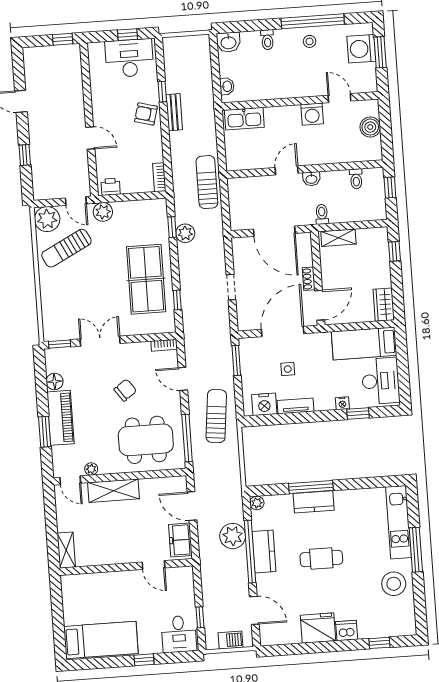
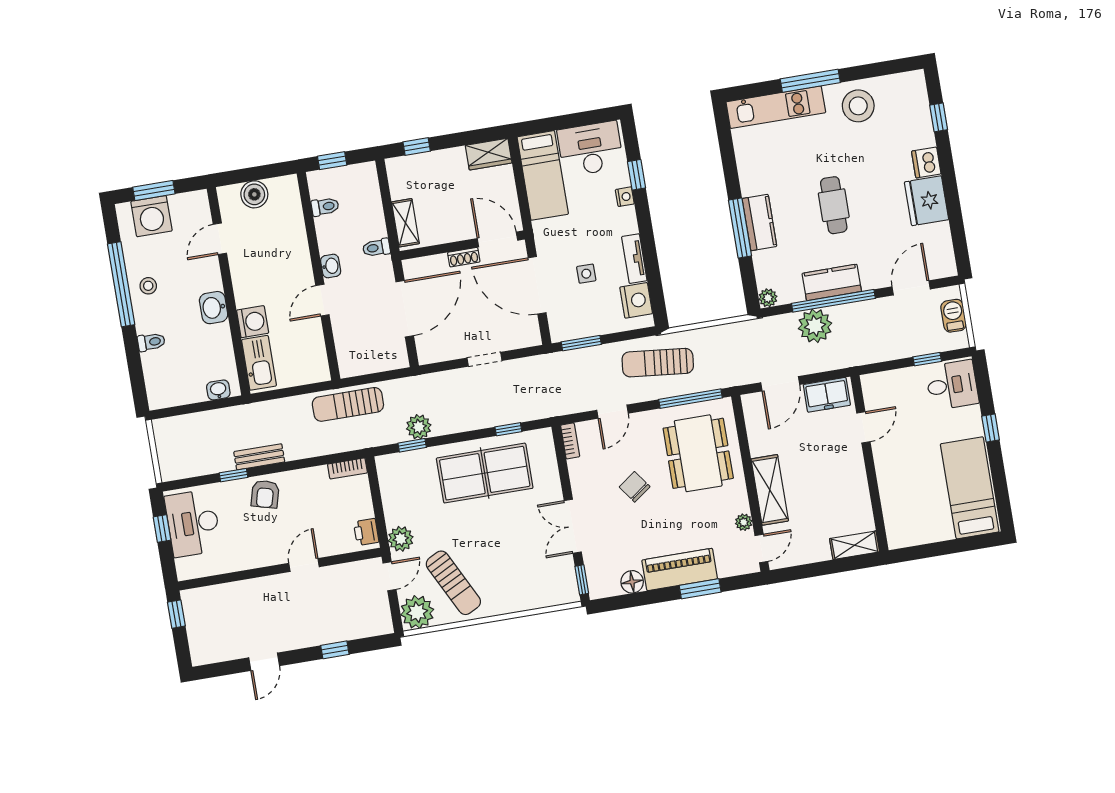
washbasin: (228, 42) -> (214, 308), moved, turned 180
washing machine: (312, 114) -> (253, 322), moved
door: (287, 170) -> (322, 300), hinge flipped

